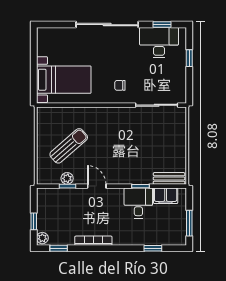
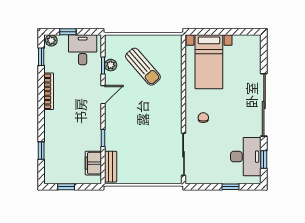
desk: (138, 203) -> (83, 50), moved, turned -90
window: (189, 223) -> (66, 187), width x0.67

